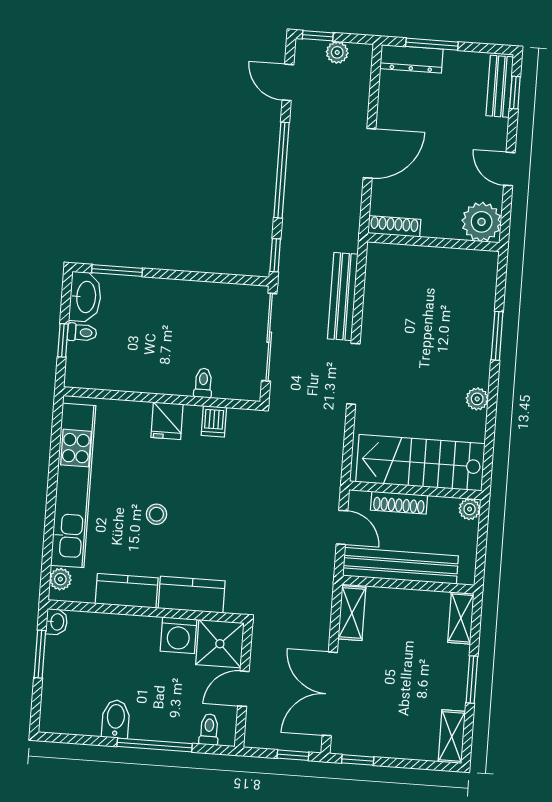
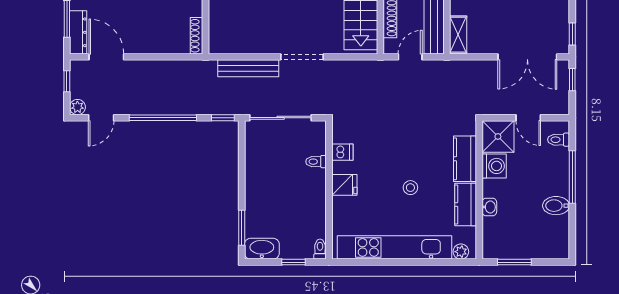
window: (318, 36) -> (67, 81), moved
plant: (337, 52) -> (77, 107), moved
door: (369, 153) -> (106, 57), moved
toilet: (82, 332) -> (320, 249), moved
shelving: (352, 613) -> (458, 35), moved, turned 90
washbasin: (57, 622) -> (489, 207), moved, turned 90

